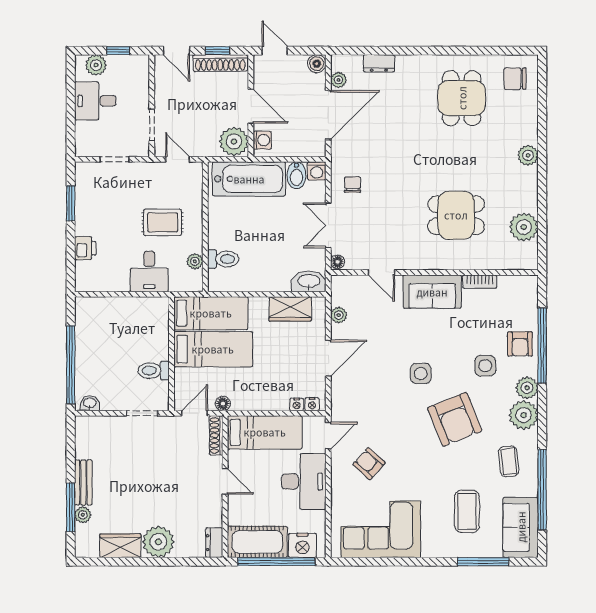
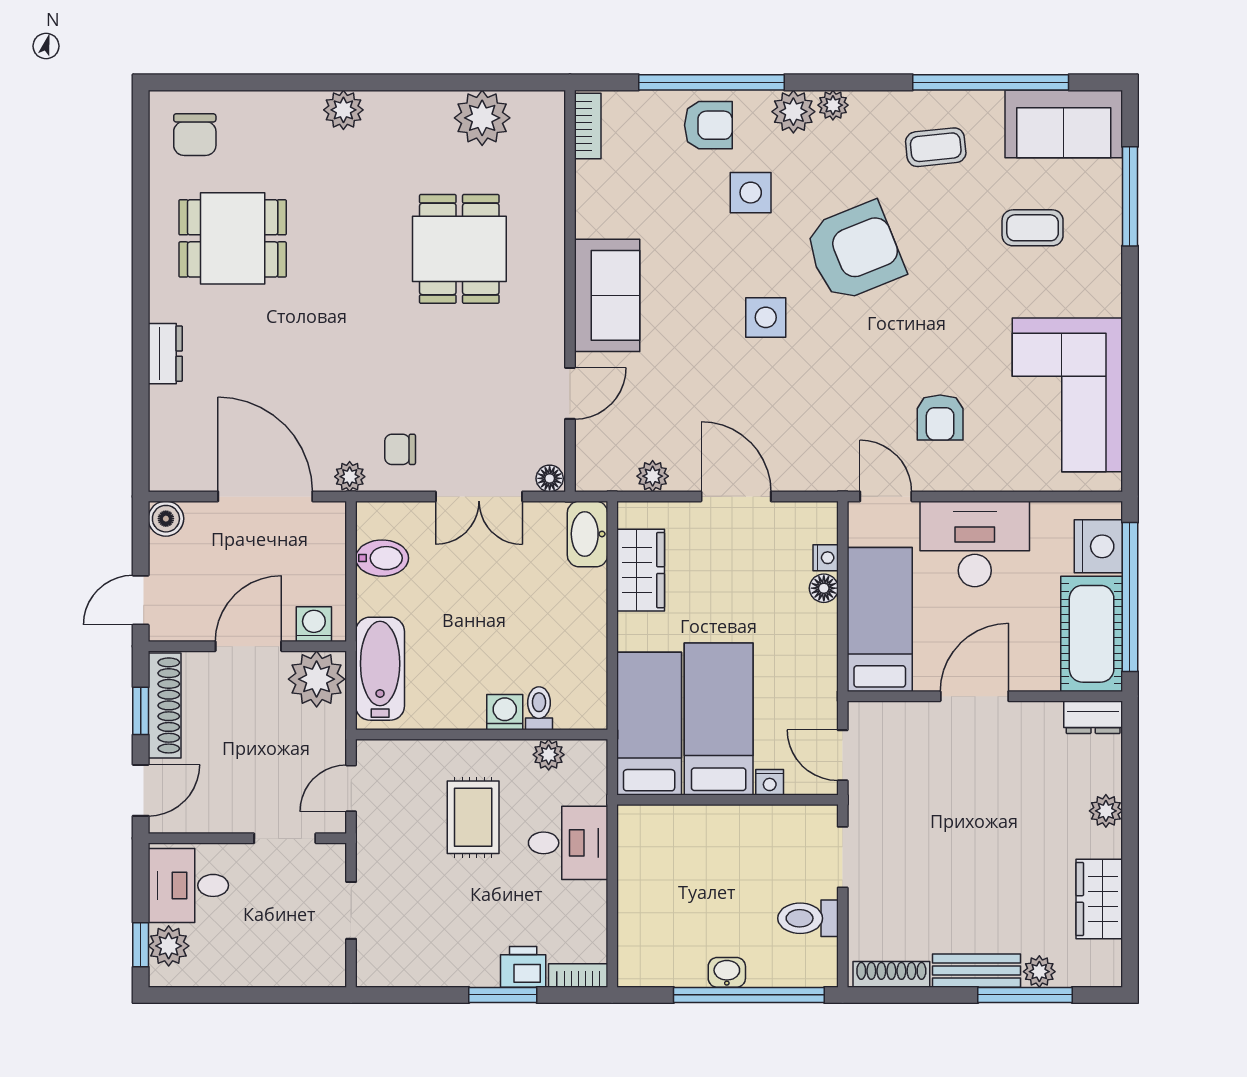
window: (118, 51) -> (141, 945), moved
dresser: (379, 63) -> (165, 354), moved
plant: (338, 80) -> (350, 477), moved
desk: (95, 101) -> (188, 885), moved, turned 90
washing machine: (317, 171) -> (505, 712), moved, turned -90
bathtub: (249, 179) -> (380, 669), width x0.73, depth x0.73
window: (71, 203) -> (503, 995), moved
toilet: (223, 259) -> (539, 708), width x0.73, depth x0.72
bookcase: (81, 277) -> (578, 975), added
bookcase: (480, 282) -> (588, 126), moved
toilet: (154, 371) -> (808, 918), moved, turned 90
washbasin: (90, 403) -> (727, 972), moved, turned 90
floor lamp: (223, 404) -> (824, 588), moved
nightstand: (312, 404) -> (770, 782), moved, turned 90
plant: (524, 415) -> (833, 105), width x0.53, depth x0.53
shoe rack: (216, 435) -> (891, 974), moved, turned 180
armchair: (369, 464) -> (940, 418), turned -42
door: (225, 481) -> (974, 696), width x1.38
coffee table: (467, 511) -> (1033, 228), width x0.73, depth x0.77
plant: (158, 542) -> (1106, 811), width x0.53, depth x0.53

